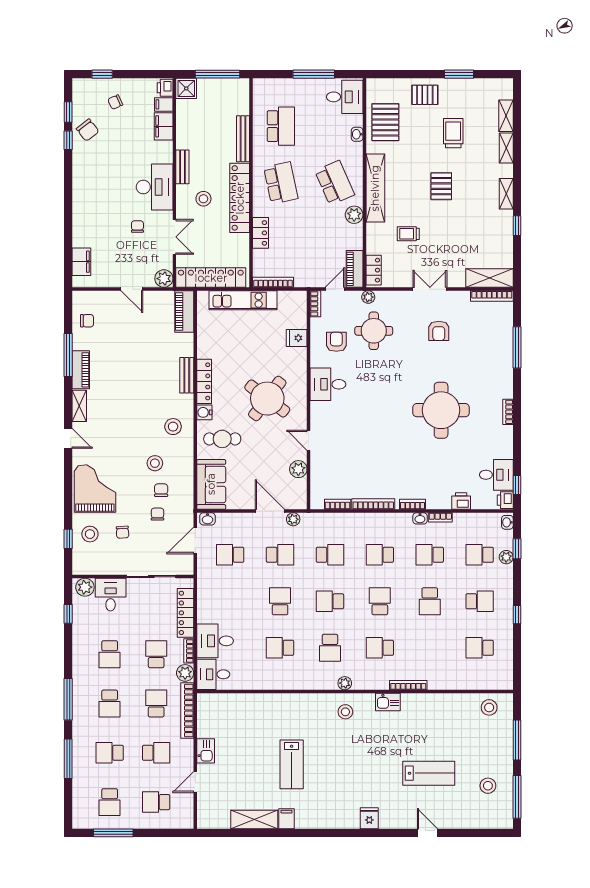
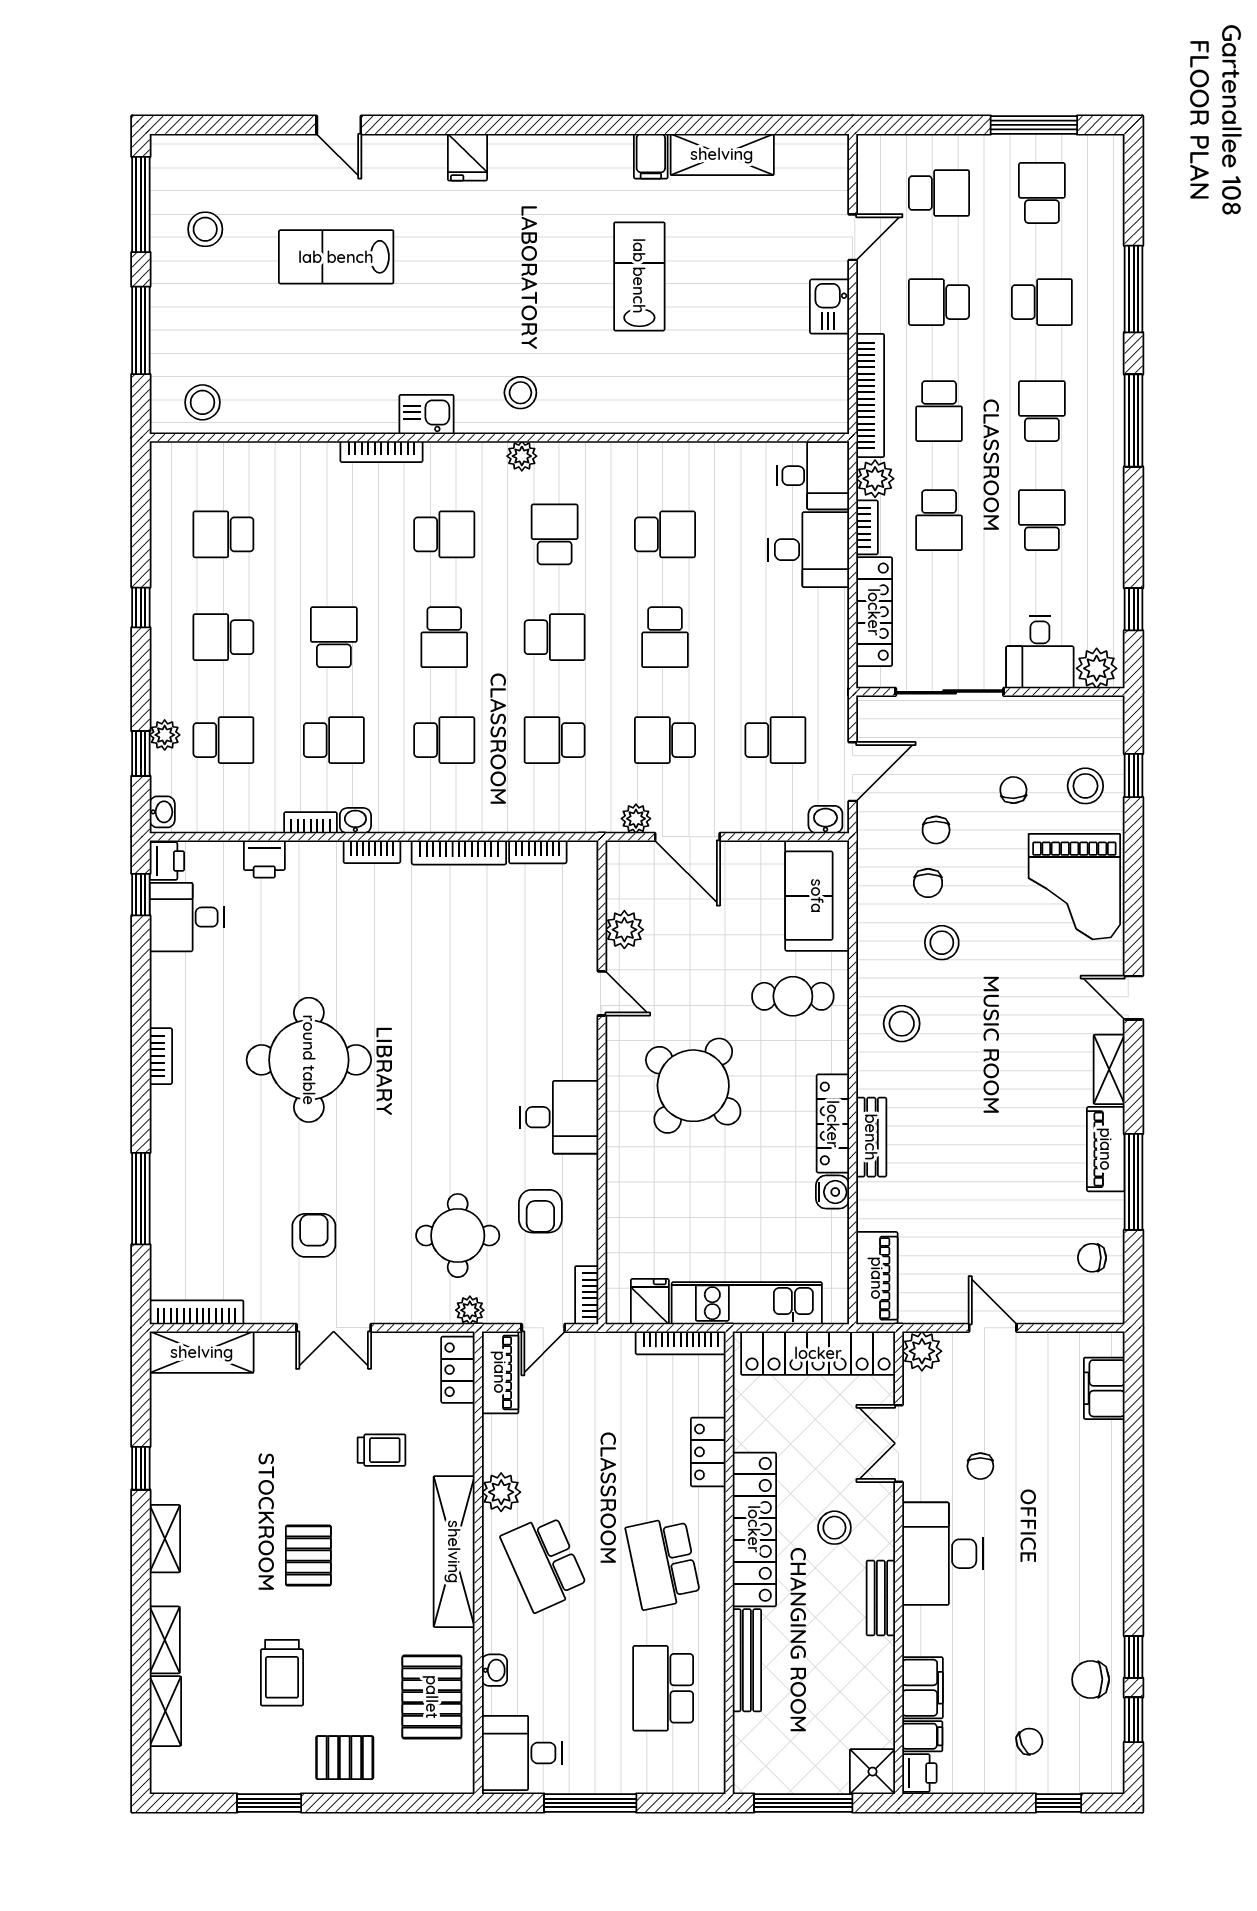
chair: (88, 130) -> (1091, 1679), turned -52
fridge: (297, 338) -> (650, 1302), moved, turned -90
water cooler: (204, 412) -> (833, 1192), moved
school desk: (480, 648) -> (223, 534), turned 180

